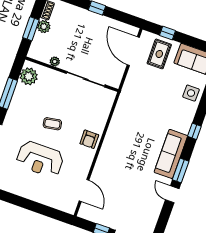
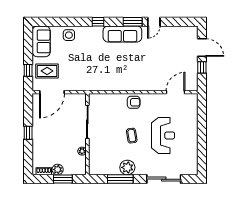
plant: (29, 76) -> (127, 167), moved

